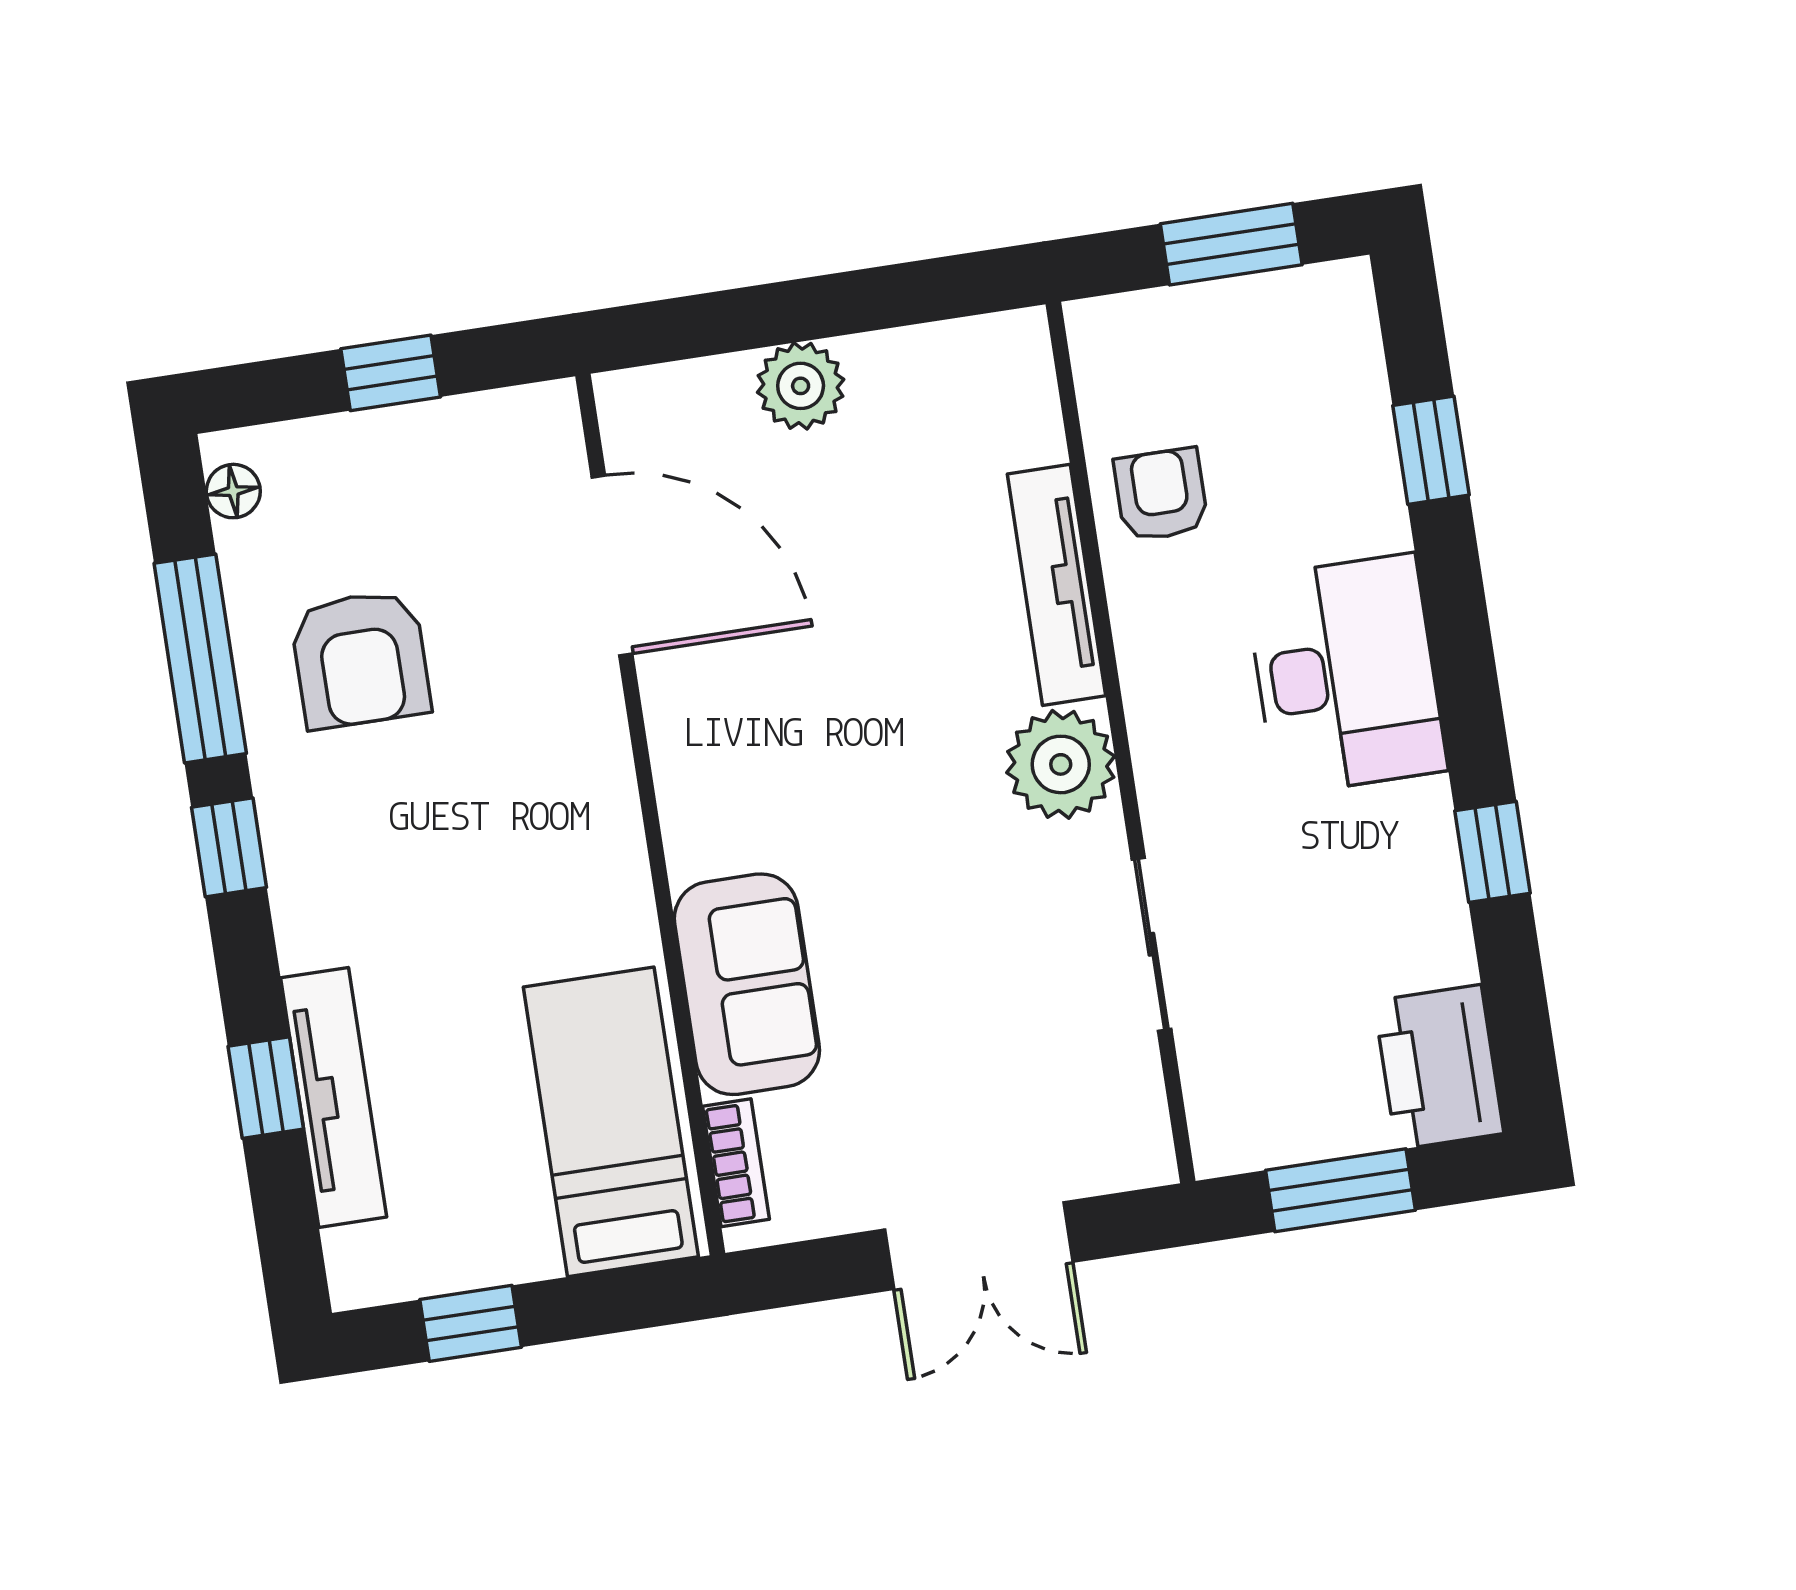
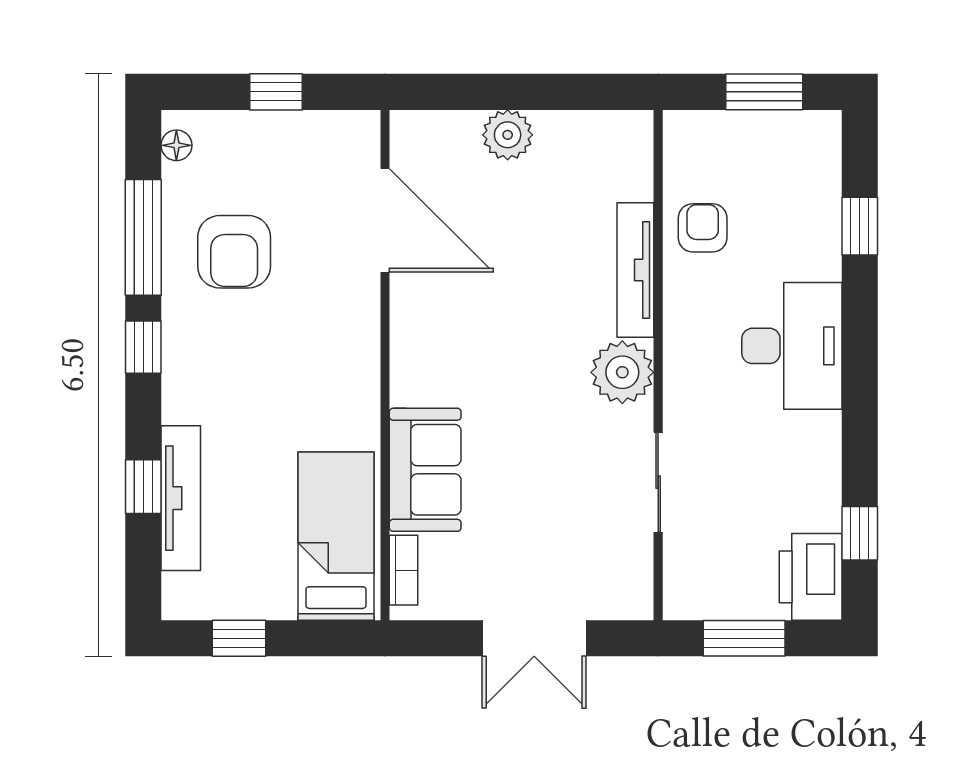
window: (1492, 852) -> (860, 533), moved

